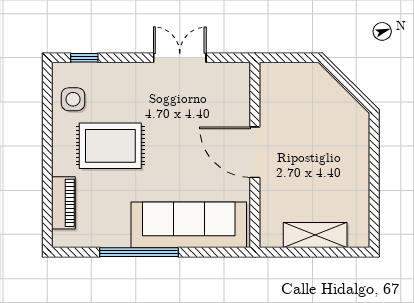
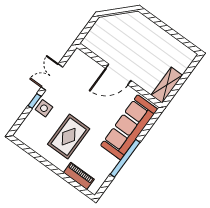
window: (84, 58) -> (35, 101), moved
side table: (73, 99) -> (44, 108), moved
shelving: (315, 235) -> (167, 85), moved

